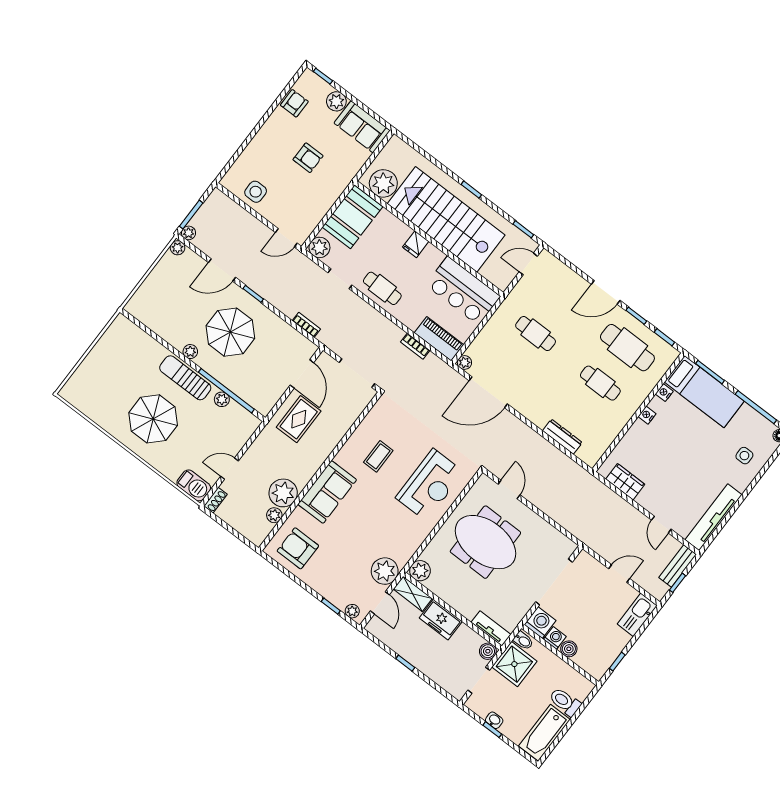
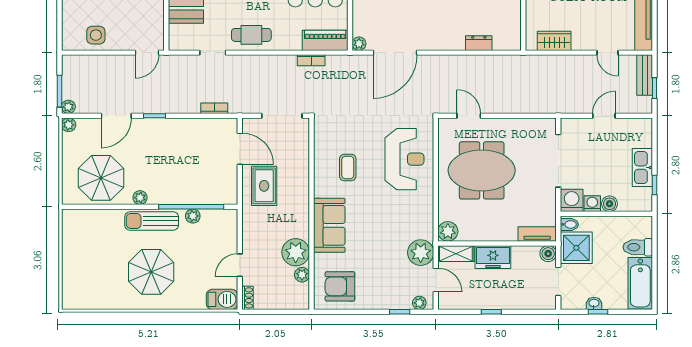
plant: (319, 247) -> (178, 40), removed
parasol: (230, 332) -> (101, 178), moved
dresser: (562, 437) -> (479, 43), width x0.70
kitchen sink: (637, 615) -> (642, 168), moved

